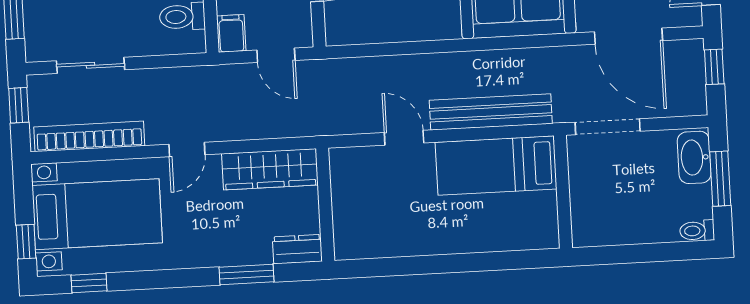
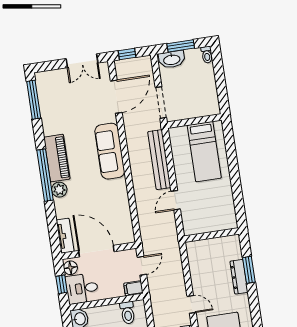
bed: (496, 166) -> (204, 152), moved
wardrobe: (270, 169) -> (197, 263), removed
dresser: (297, 249) -> (239, 277), moved, width x1.44

